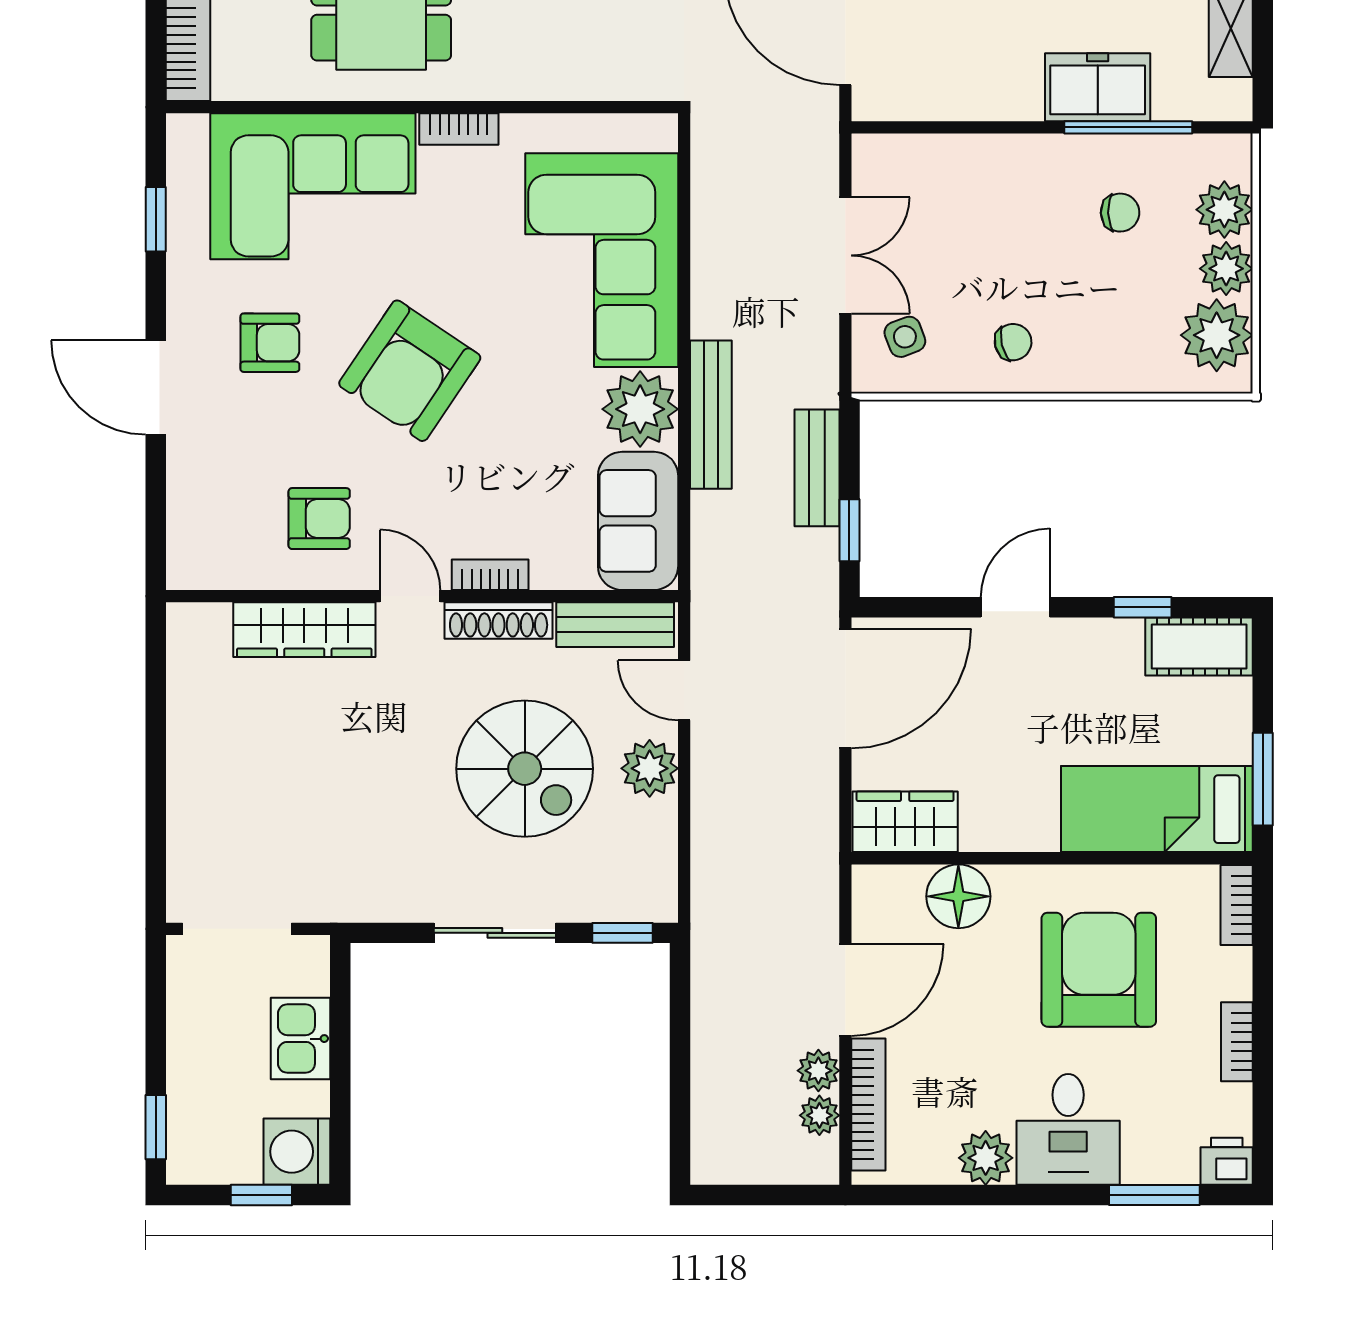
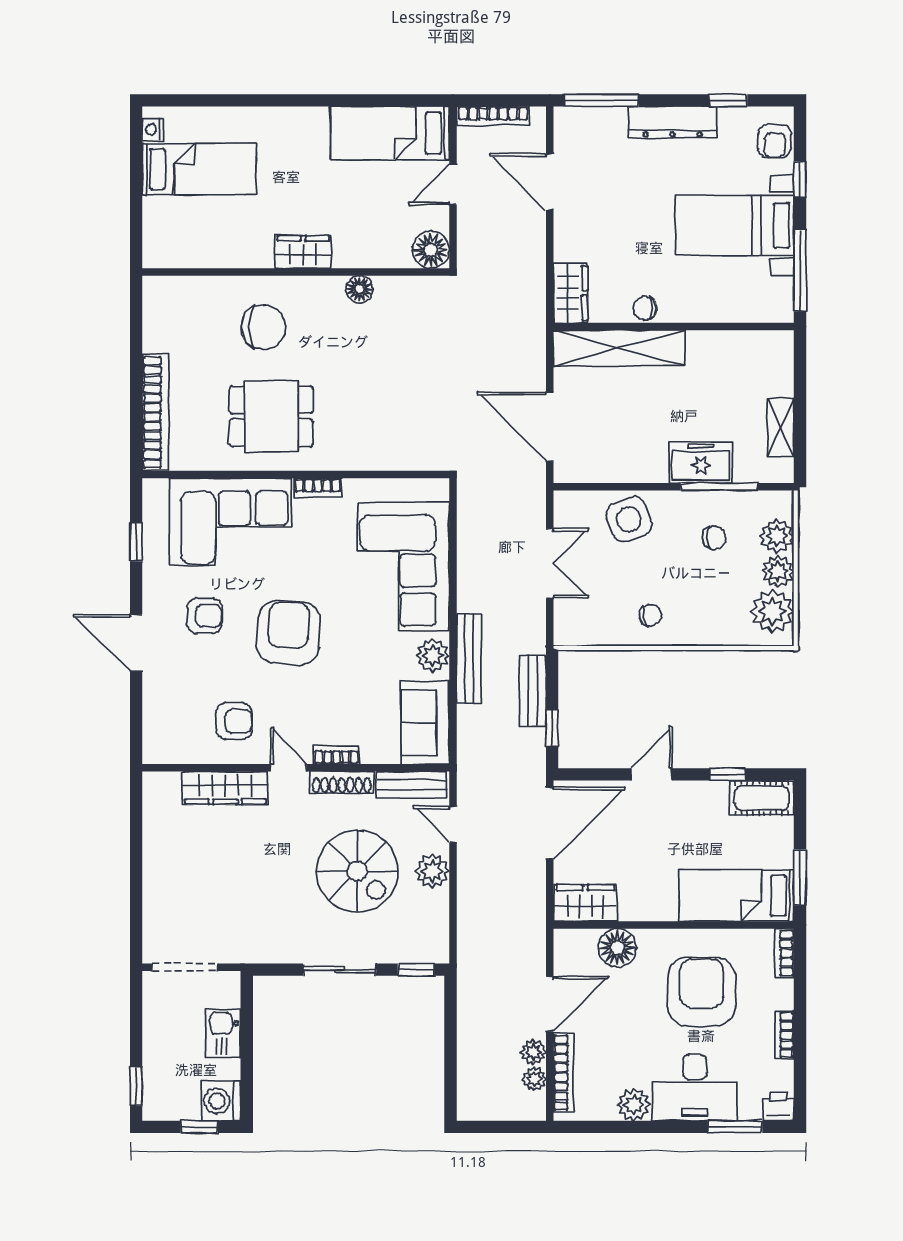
side table: (905, 337) -> (629, 519), moved, width x1.87, depth x1.87
armchair: (410, 371) -> (288, 633), turned 149
plant: (640, 409) -> (433, 656), width x0.73, depth x0.73
desk: (1068, 1129) -> (695, 1088), width x1.37

